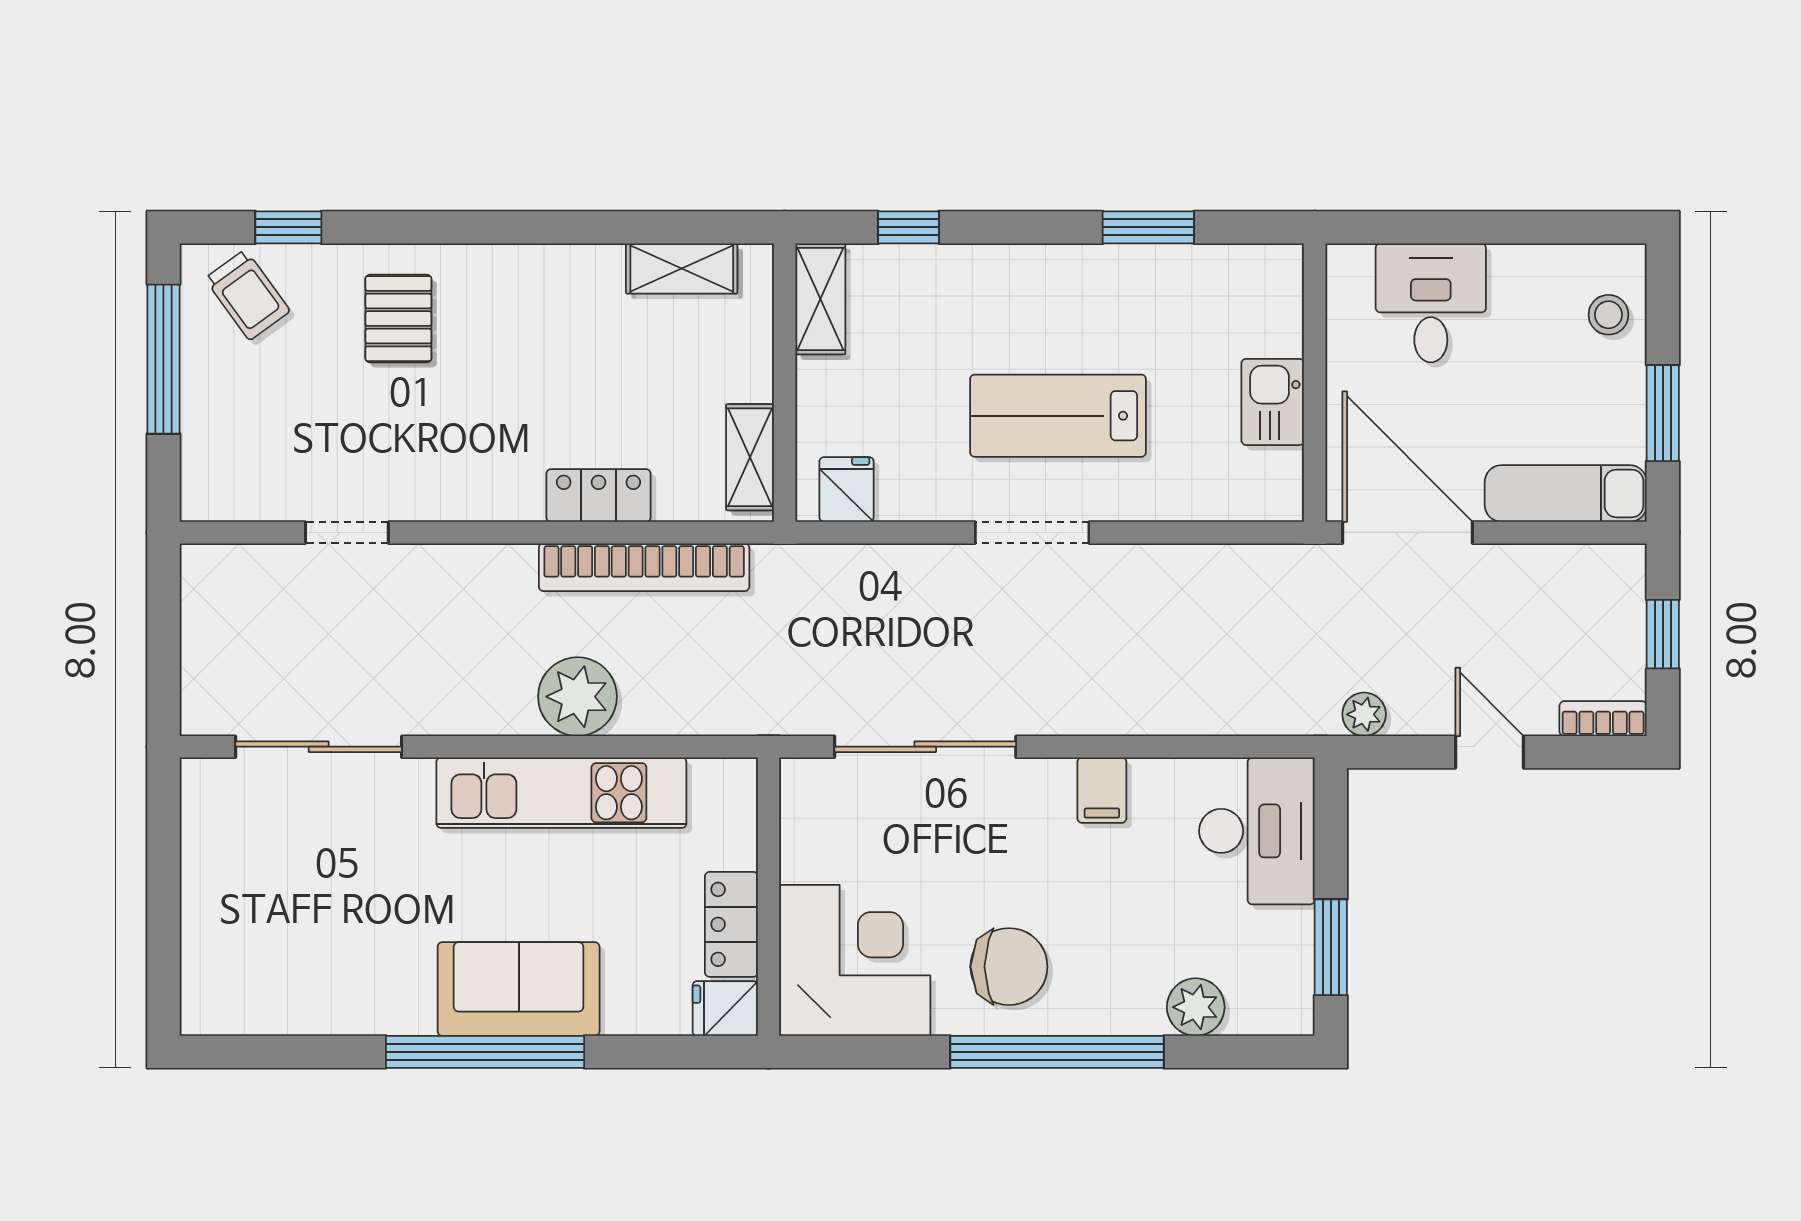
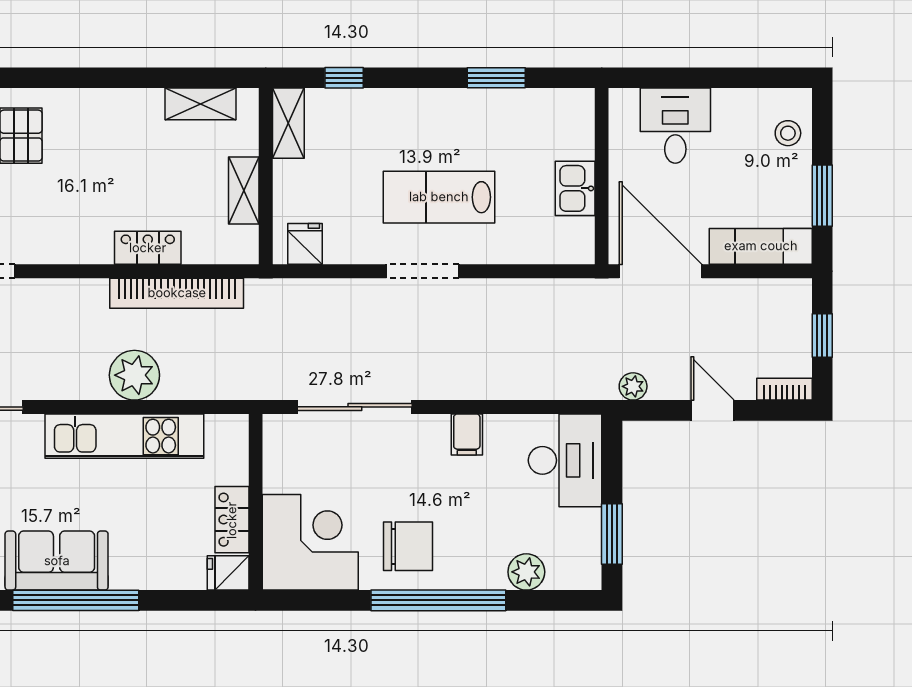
shelving: (750, 457) -> (244, 190), moved
sofa: (519, 989) -> (57, 561), moved

